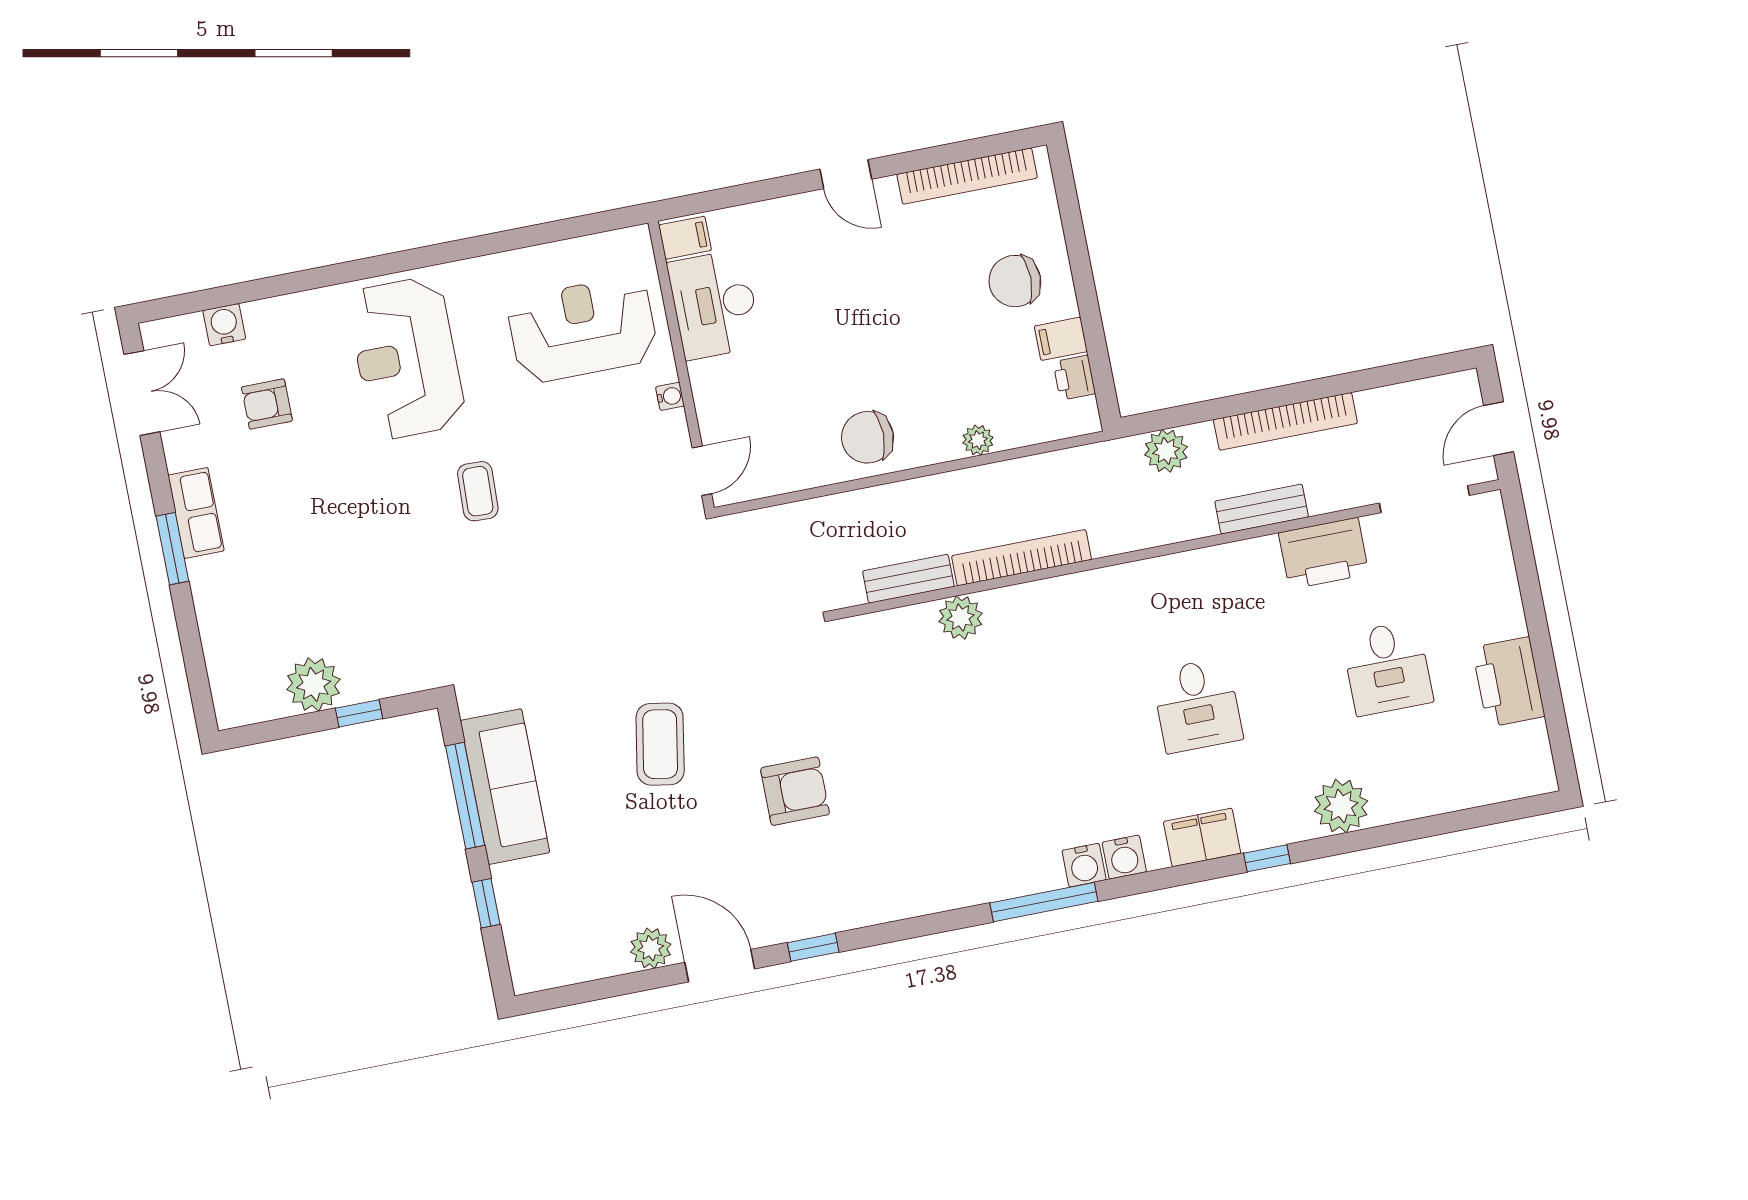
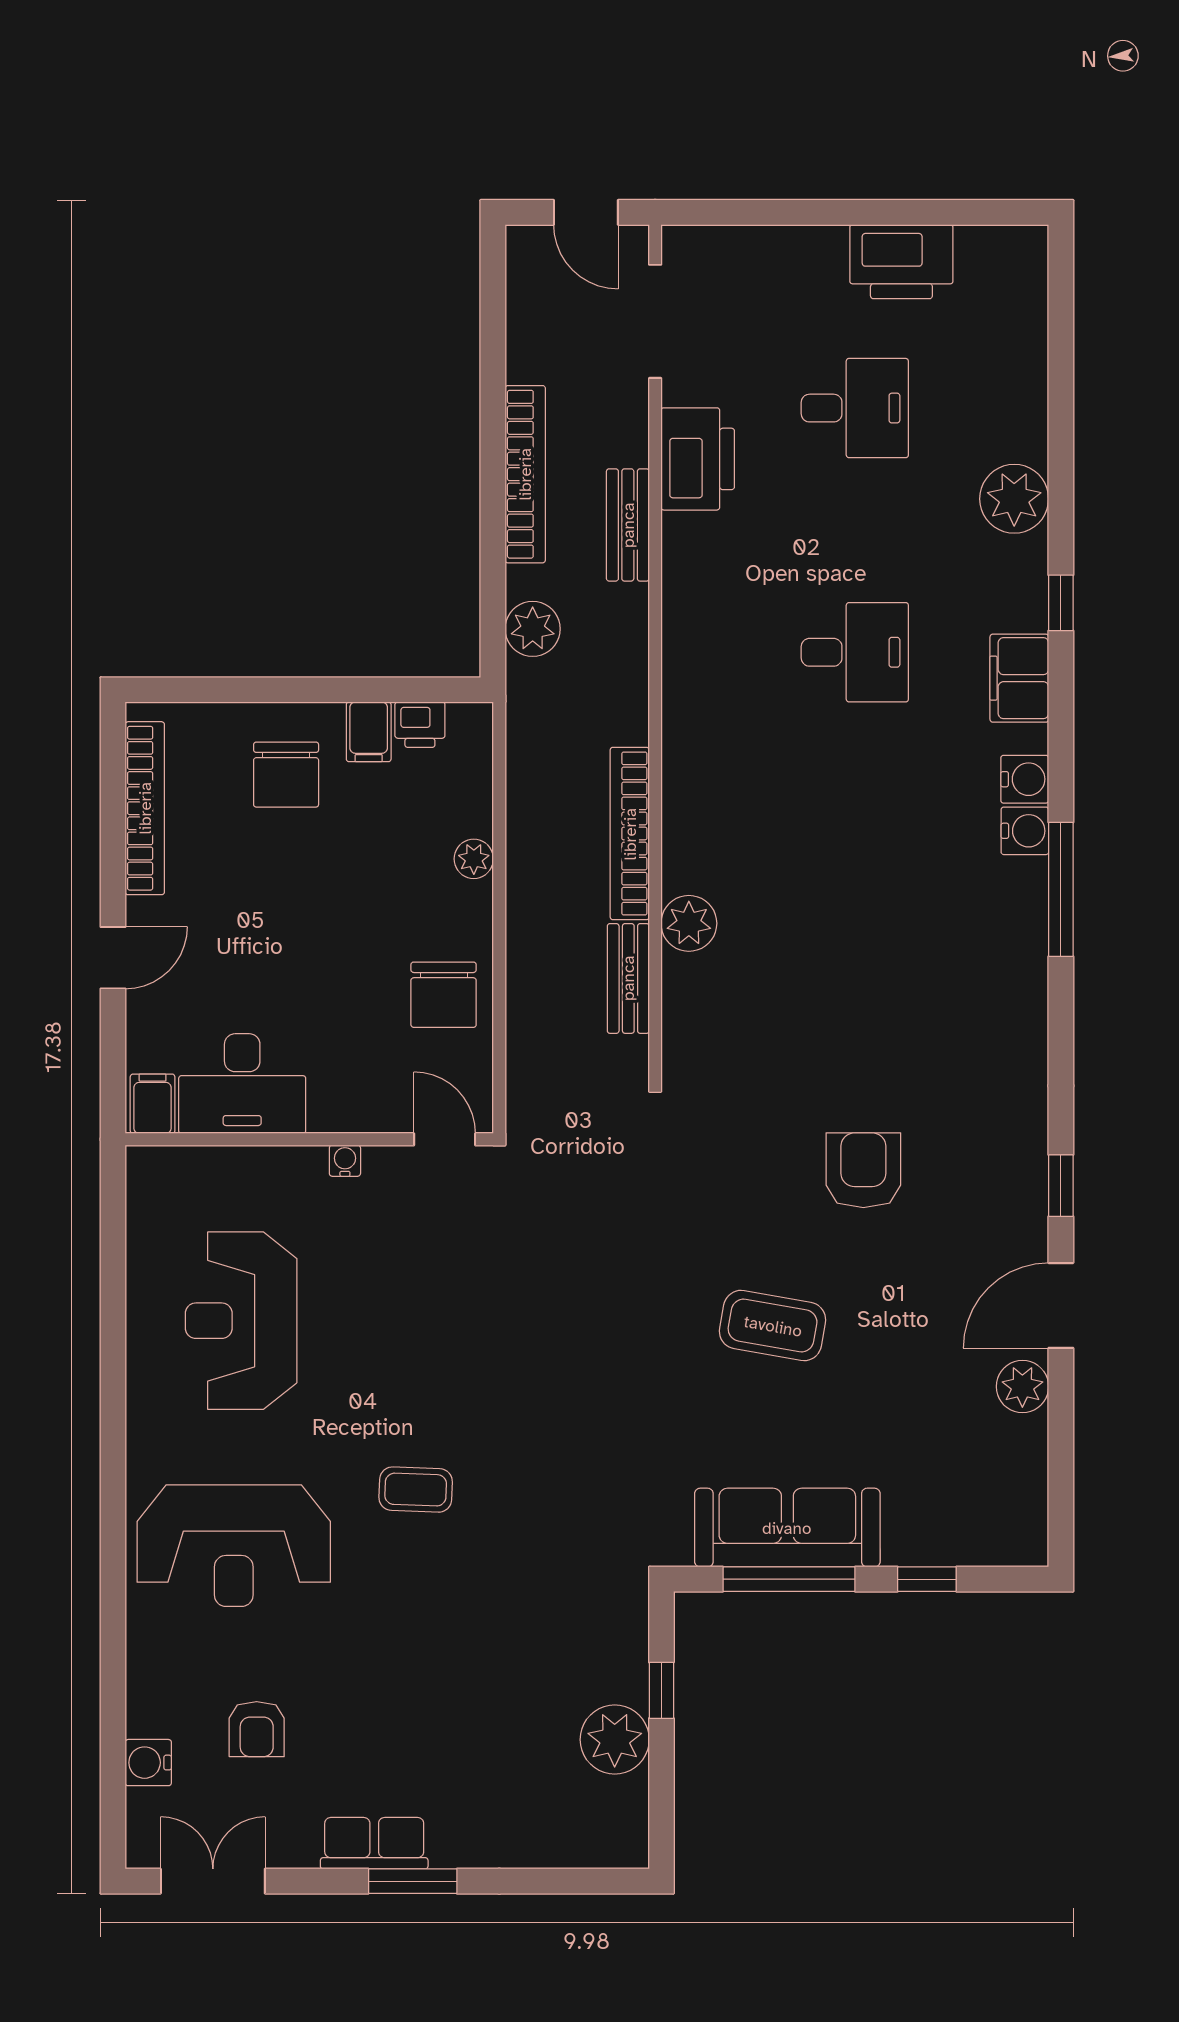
filing cabinet: (685, 238) -> (153, 1104), moved
desk: (714, 304) -> (242, 1084), moved
wall: (681, 365) -> (309, 1139), moved
water cooler: (670, 396) -> (345, 1161), moved
door: (702, 471) -> (445, 1139), moved

